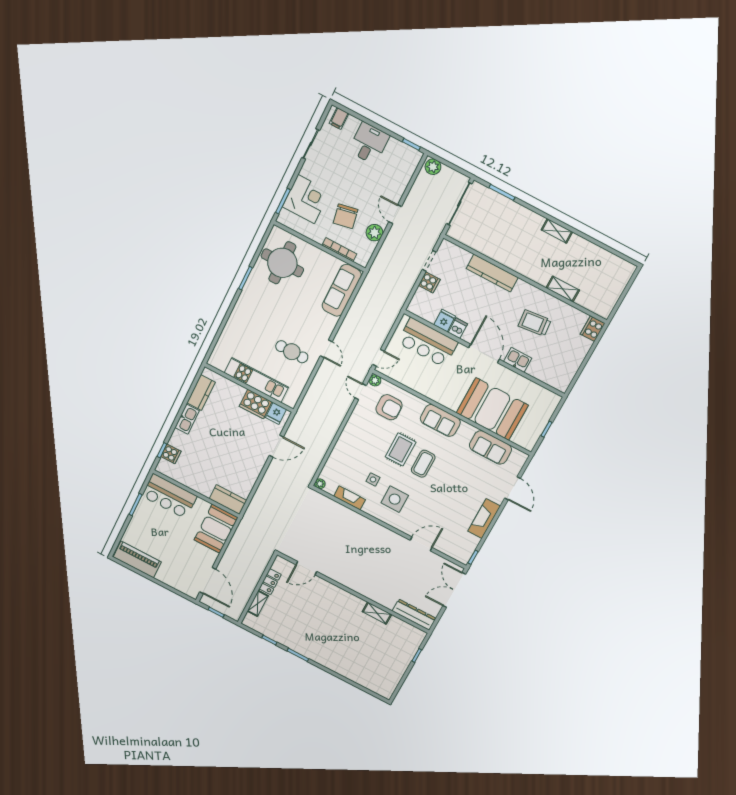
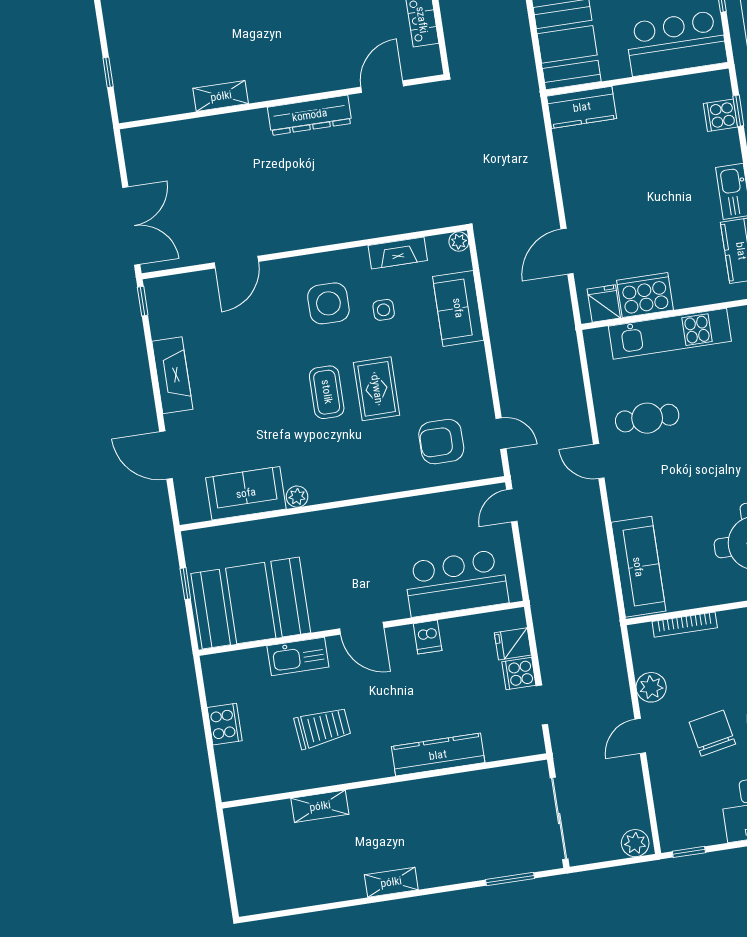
door: (395, 214) -> (640, 736), swing flipped
chair: (346, 216) -> (712, 733), moved
fridge: (445, 321) -> (513, 644), moved, turned 90
cooker: (593, 329) -> (225, 724), moved
door: (484, 353) -> (362, 628), width x0.73
kitchen sink: (518, 360) -> (298, 656), width x1.38
plant: (375, 380) -> (297, 497), moved
booth: (492, 409) -> (251, 603), moved
sofa: (440, 420) -> (458, 308), moved, turned -90
dresser: (414, 615) -> (310, 115), moved

